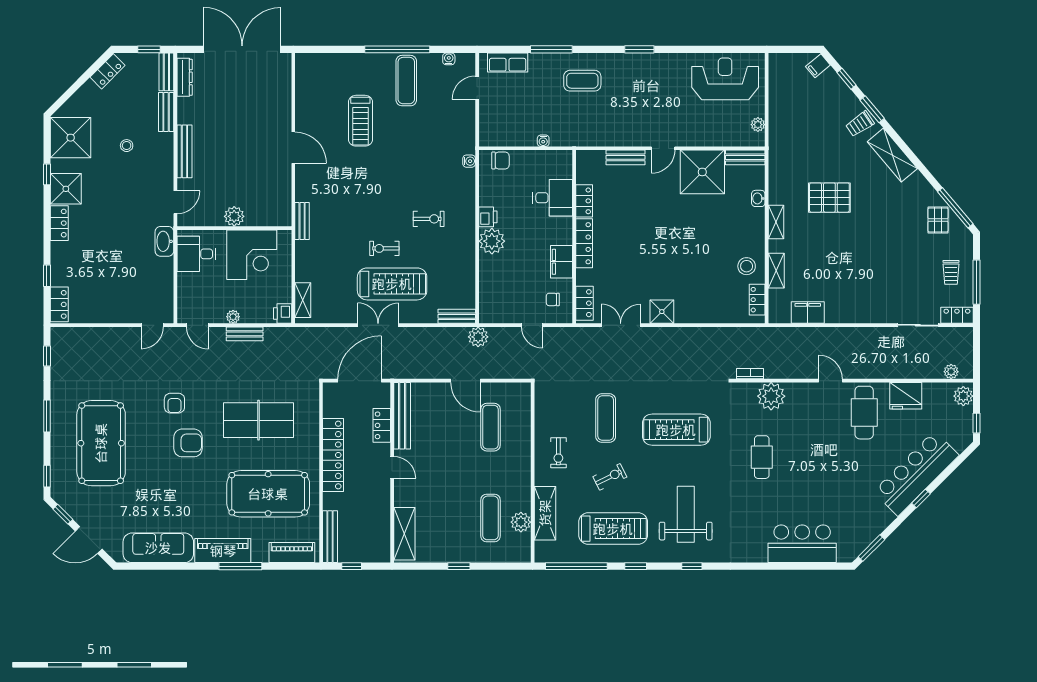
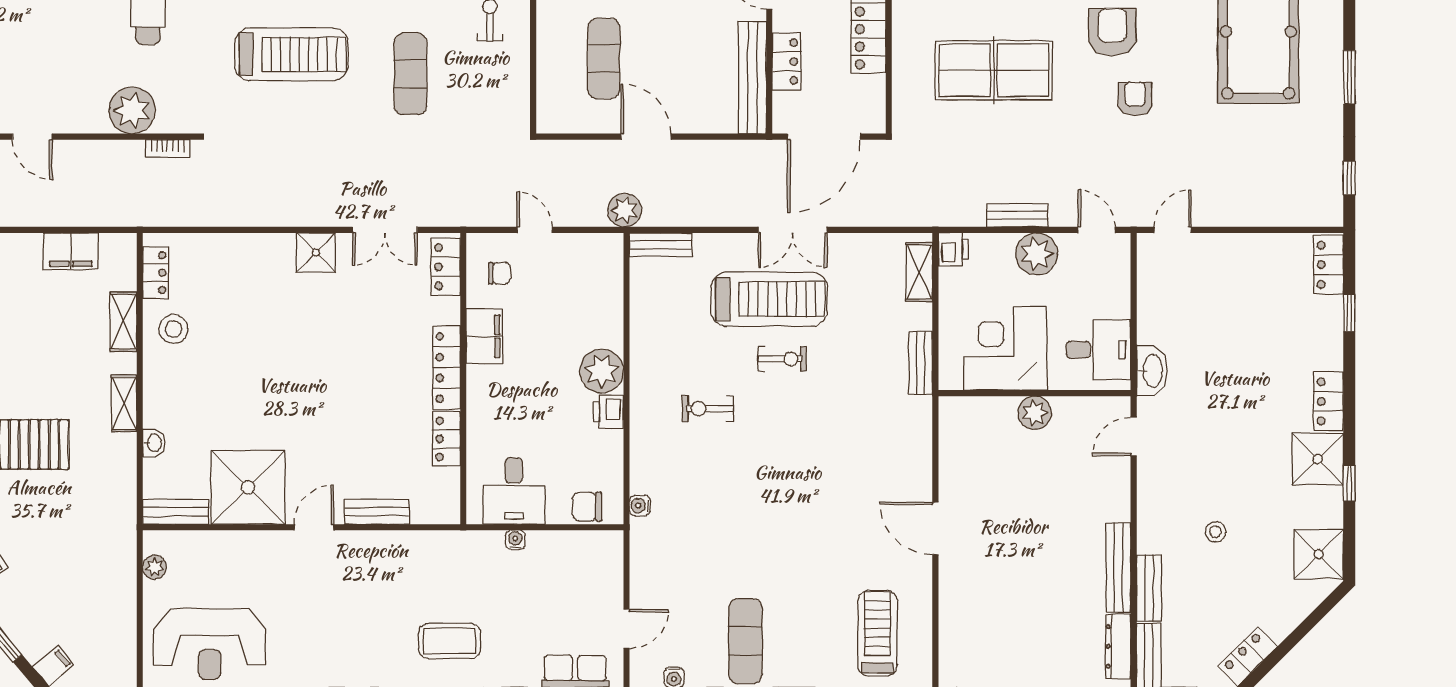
treadmill: (360, 121) -> (877, 633), moved
shower: (71, 138) -> (1319, 554), width x0.73, depth x0.73
bench: (184, 151) -> (1118, 567), moved
desk: (553, 198) -> (514, 491), moved, turned -90
bench: (302, 221) -> (921, 363), moved
treadmill: (392, 284) -> (769, 299), turned 180
plant: (233, 317) -> (1037, 254), width x1.88, depth x1.88
armchair: (188, 443) -> (1112, 32), turned 90

